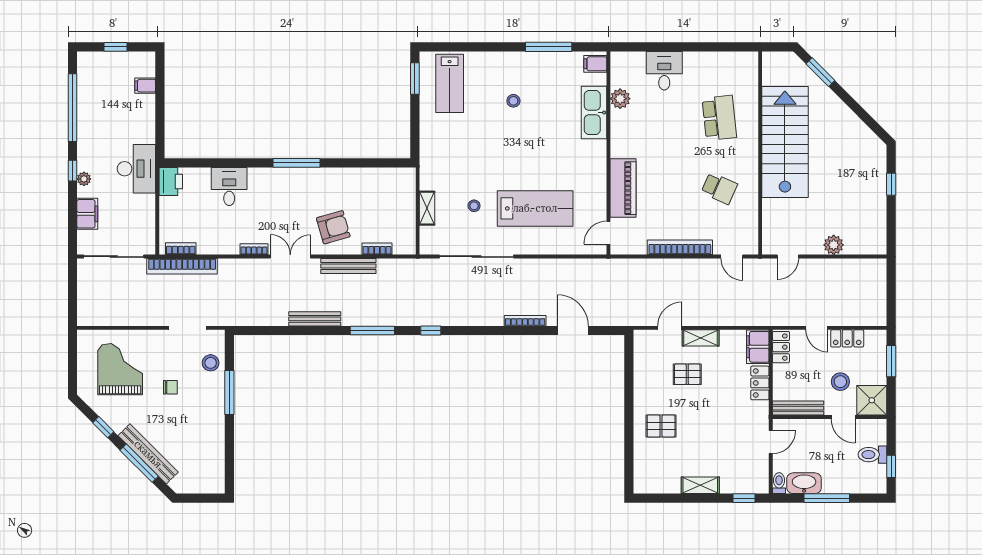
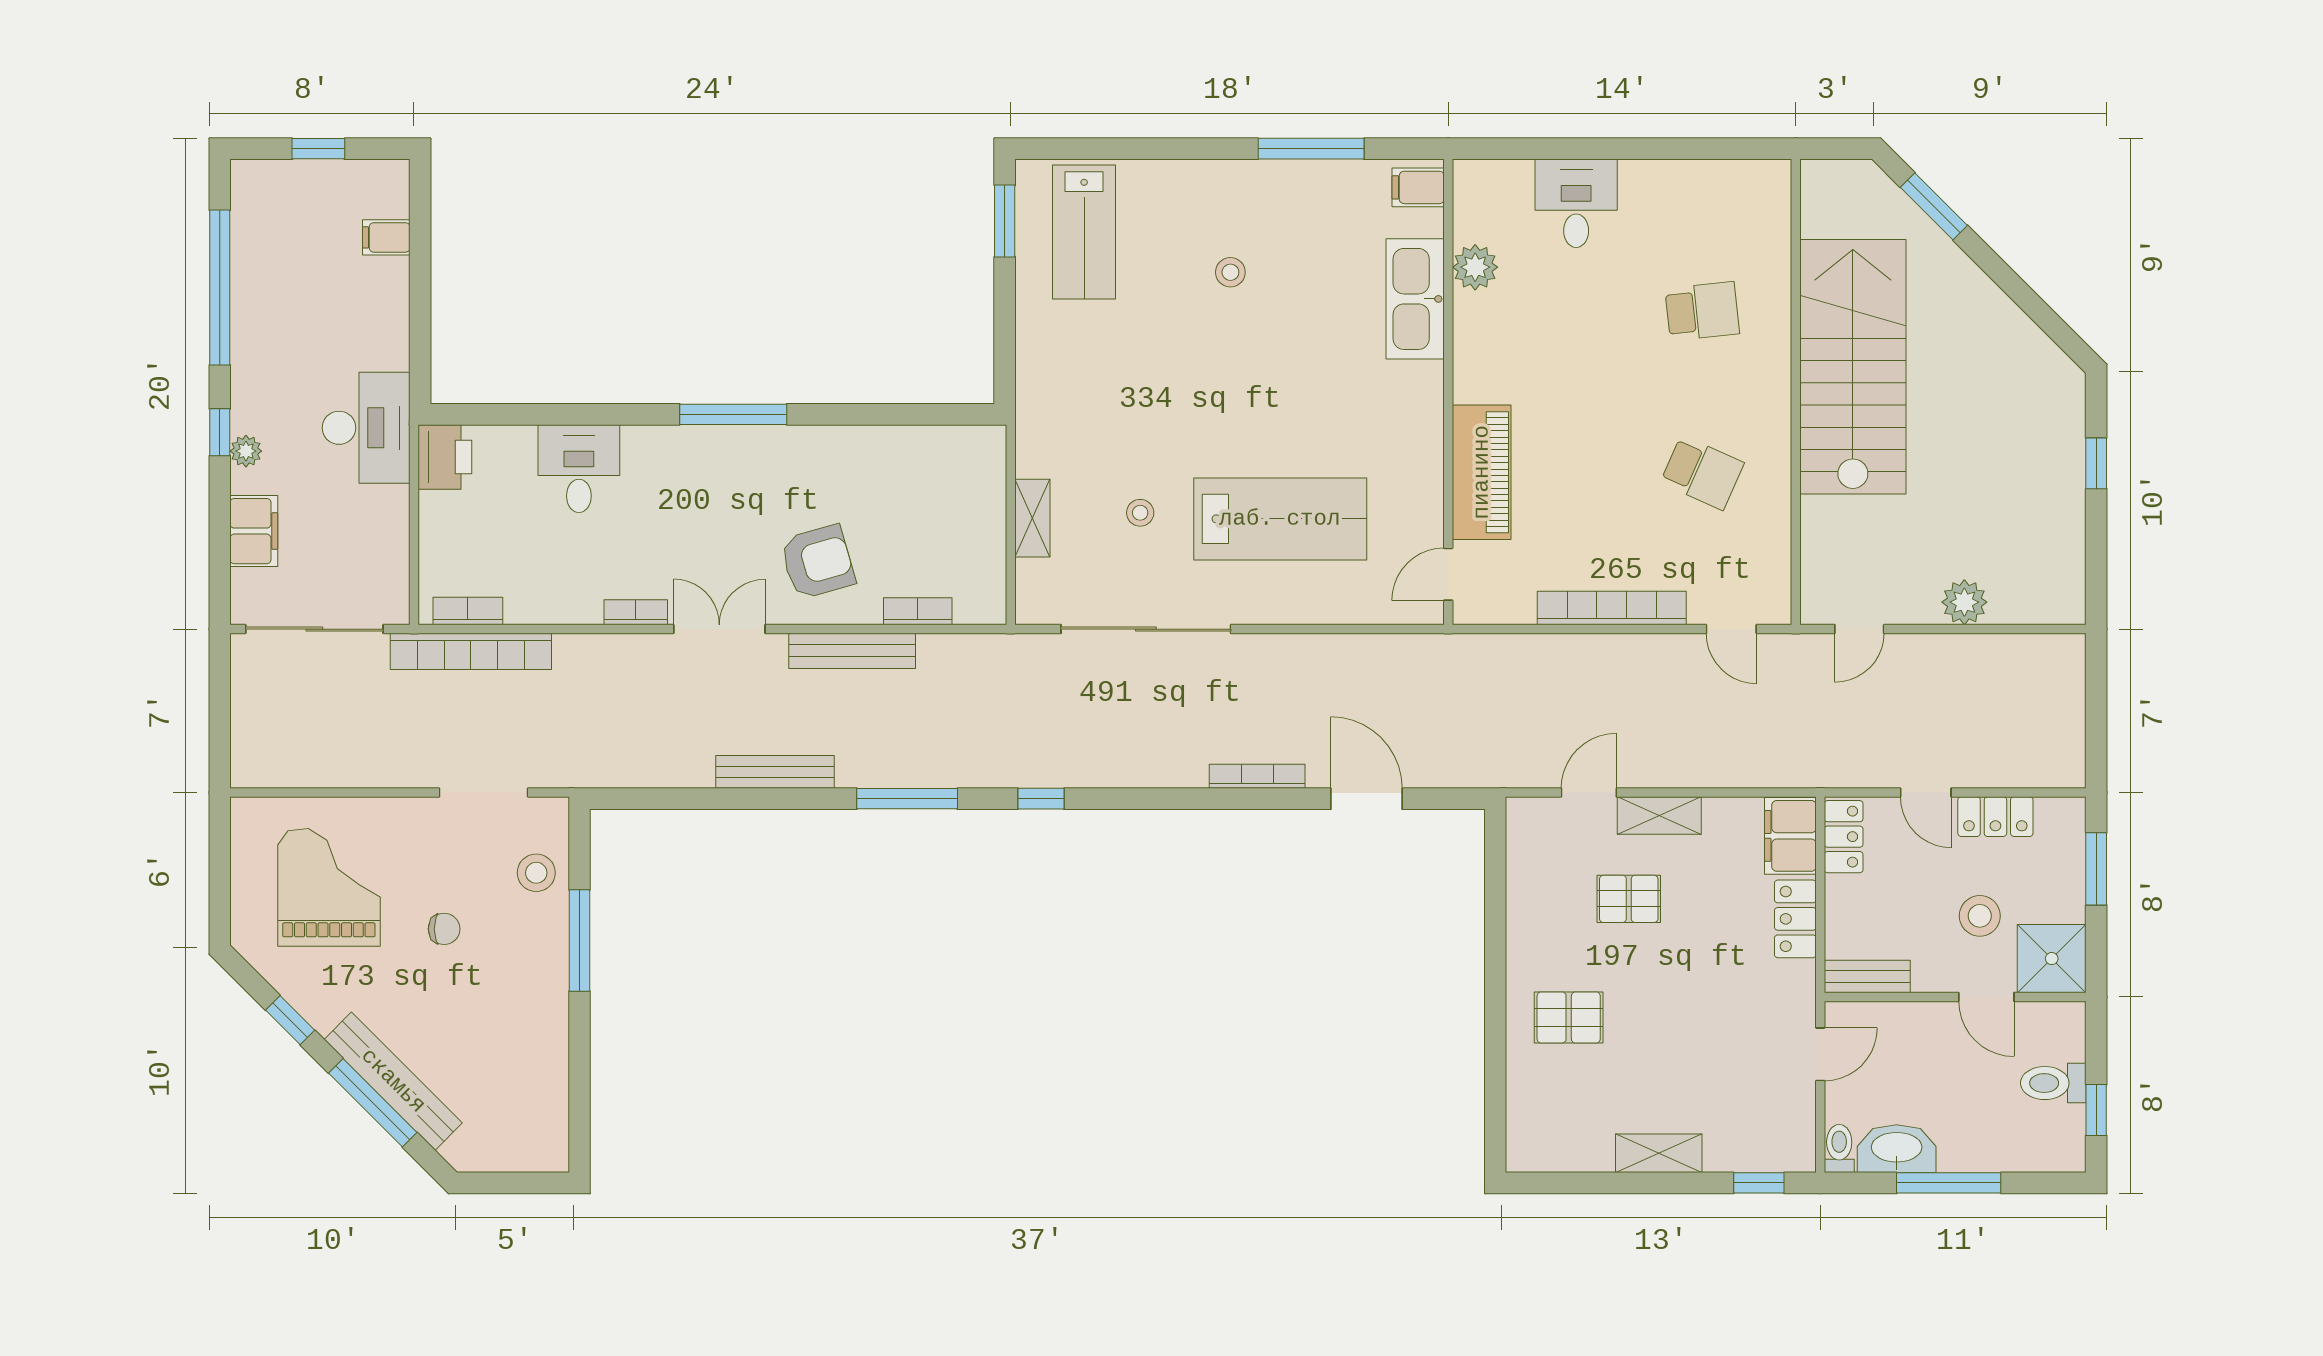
school desk: (719, 118) -> (1702, 311), width x0.54
bench: (798, 408) -> (1867, 976), width x0.73

